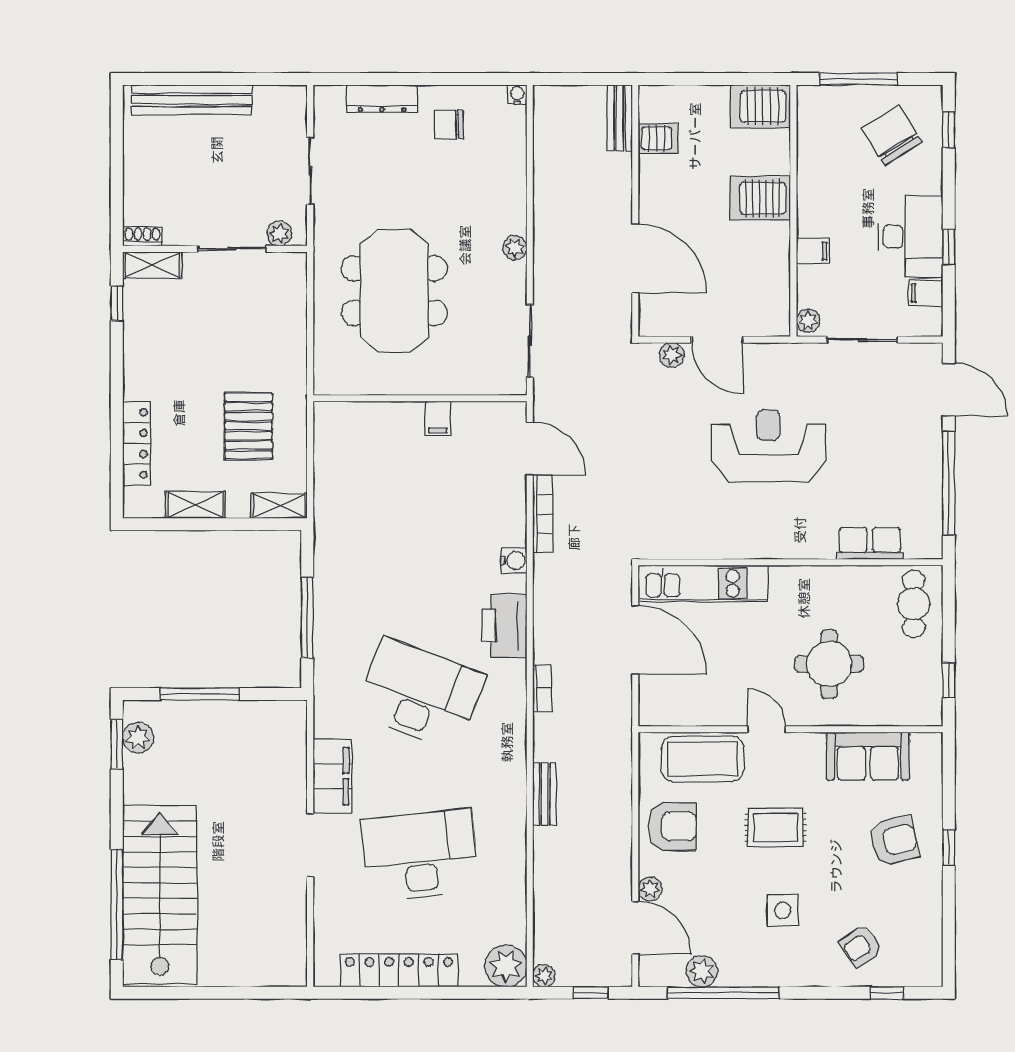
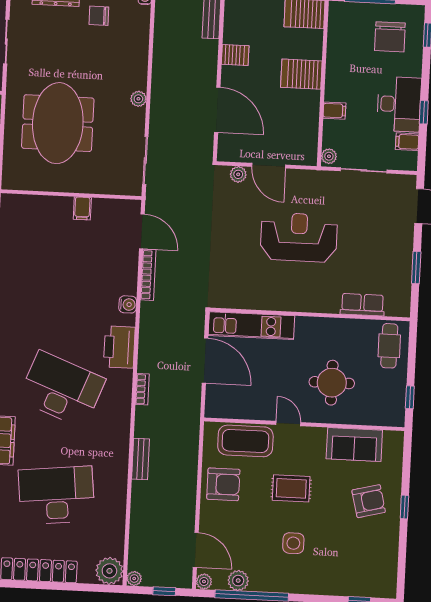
chair: (892, 135) -> (390, 37), turned -148
server rack: (658, 138) -> (235, 55), moved
window: (949, 483) -> (416, 268), width x0.47
plant: (650, 889) -> (204, 582), moved
armchair: (861, 946) -> (344, 569), removed

